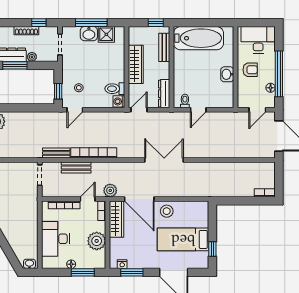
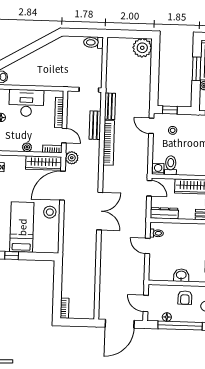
plant: (97, 241) -> (27, 147), width x0.53, depth x0.53

